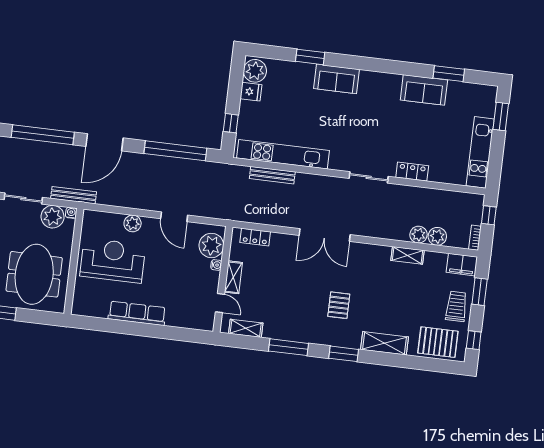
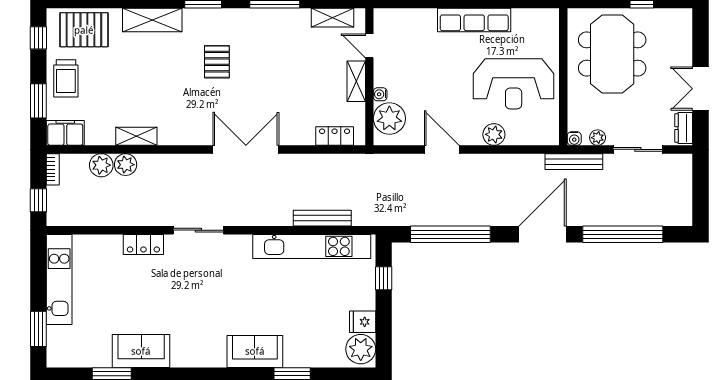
plant: (53, 217) -> (598, 138), width x0.53, depth x0.53

